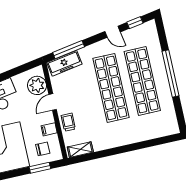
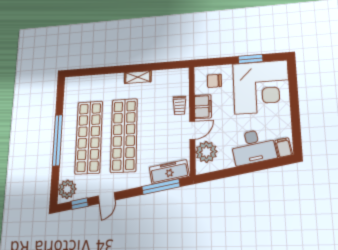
door: (113, 32) -> (107, 198), swing flipped
plant: (149, 33) -> (67, 189), added
filing cabinet: (49, 129) -> (203, 107), width x2.00
shelving: (80, 150) -> (138, 77), moved
window: (40, 168) -> (251, 59), moved

